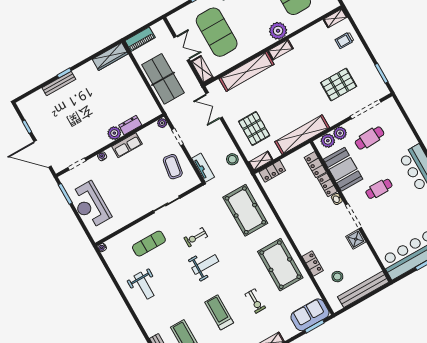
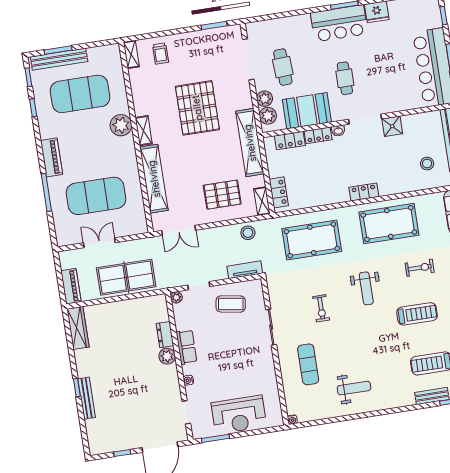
shelving: (202, 69) -> (132, 228), removed
pallet: (339, 84) -> (197, 108), moved, width x1.37, depth x1.41
locker: (313, 264) -> (364, 192), moved
weight bench: (205, 265) -> (366, 288), moved, turned 180
treadmill: (219, 312) -> (417, 314), turned 180

